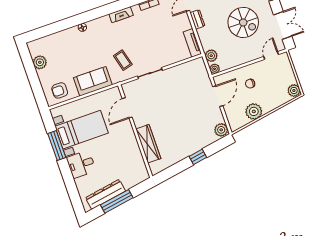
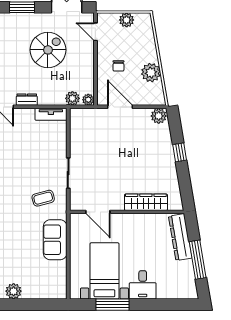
armchair: (60, 90) -> (52, 280), removed
plant: (294, 91) -> (127, 20), moved
dresser: (105, 194) -> (180, 237), moved

